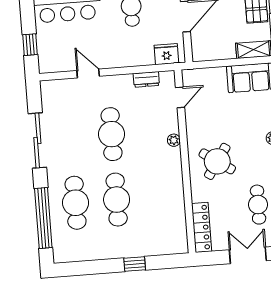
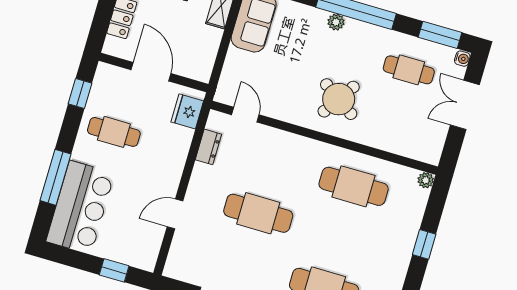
plant: (174, 140) -> (426, 180), moved
cafe table: (117, 200) -> (354, 186), moved
locker: (202, 227) -> (411, 148), removed

